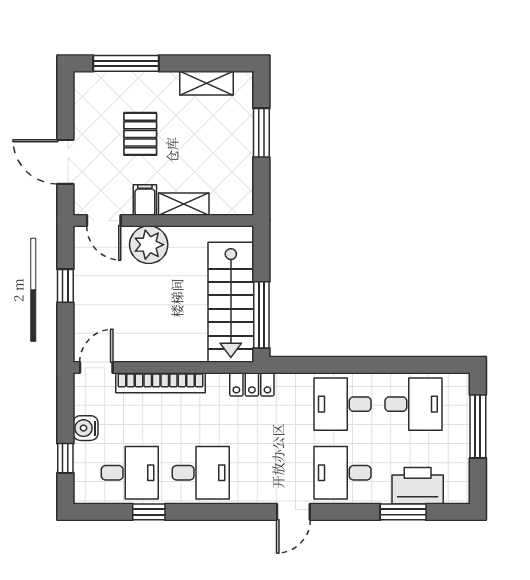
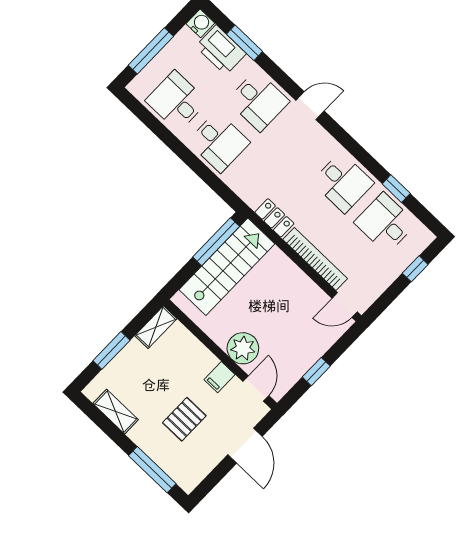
shelving: (184, 204) -> (156, 327), moved, turned 90
locker: (252, 384) -> (274, 218), moved
water cooler: (86, 428) -> (200, 23), moved, turned -90
desk: (201, 473) -> (343, 182), turned 180

